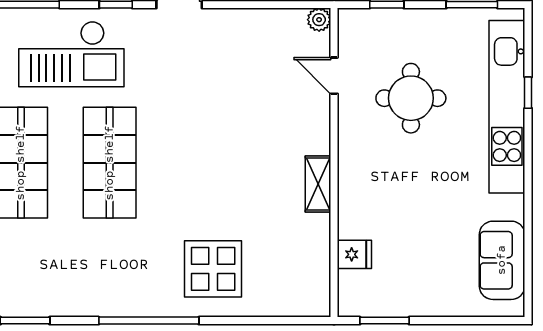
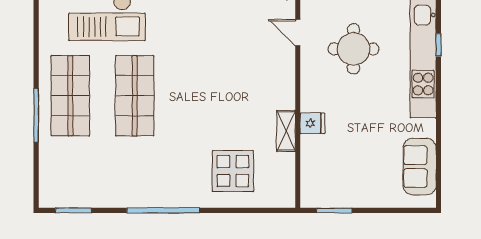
shelving: (318, 184) -> (286, 131), moved
fridge: (354, 254) -> (312, 123), moved
display table: (213, 269) -> (233, 171), moved

